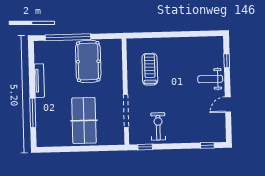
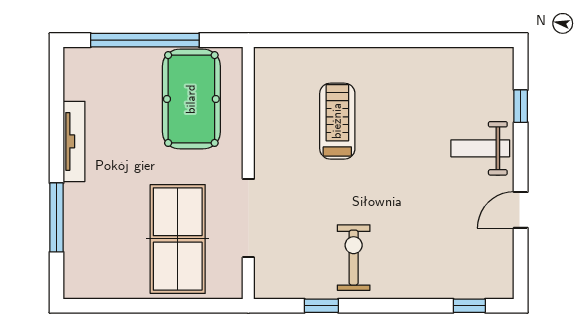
wall: (125, 92) -> (248, 173), moved
doorway: (126, 111) -> (248, 218), moved

